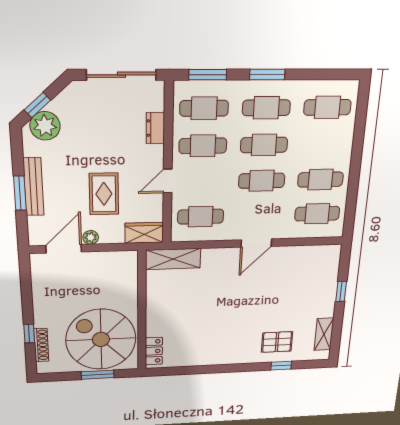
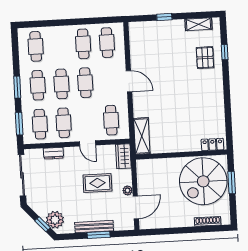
door: (64, 249) -> (136, 207), swing flipped
window: (29, 334) -> (199, 229), removed

